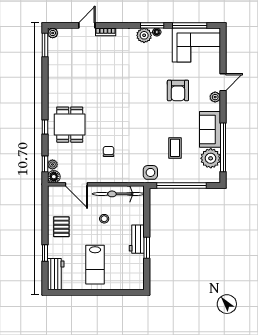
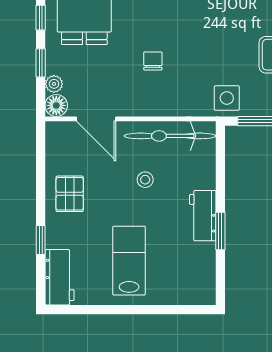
window: (45, 164) -> (41, 63), moved
lab bench: (95, 265) -> (129, 261), turned 180

